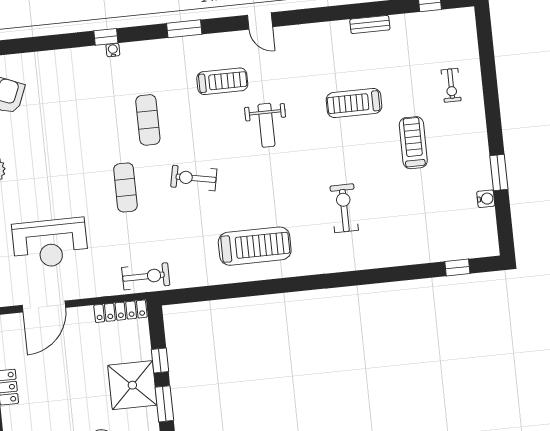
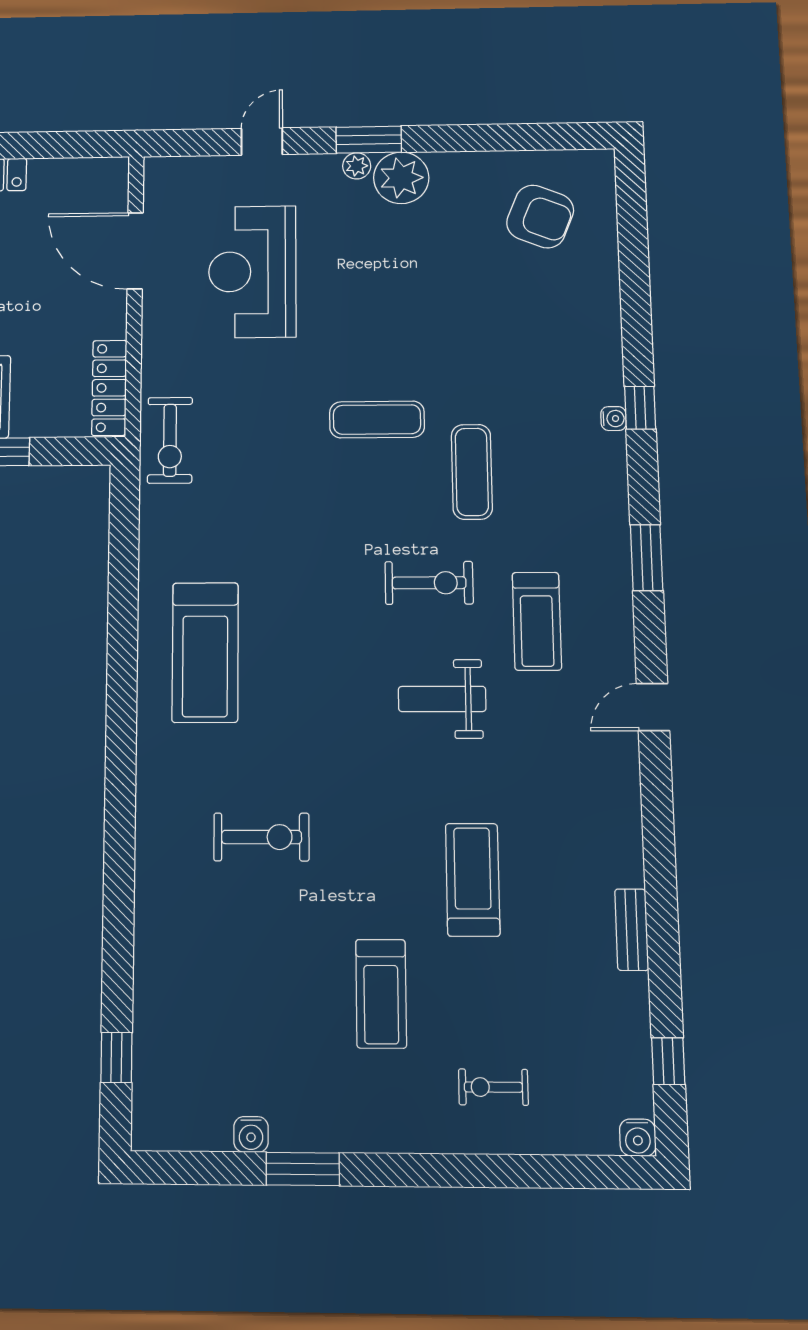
water cooler: (467, 16) -> (638, 1138), added
exercise mat: (148, 120) -> (472, 472), turned 90
treadmill: (413, 143) -> (381, 994), turned 90
exercise bike: (194, 178) -> (429, 583), moved, turned 79
exercise mat: (125, 187) -> (377, 420), moved

